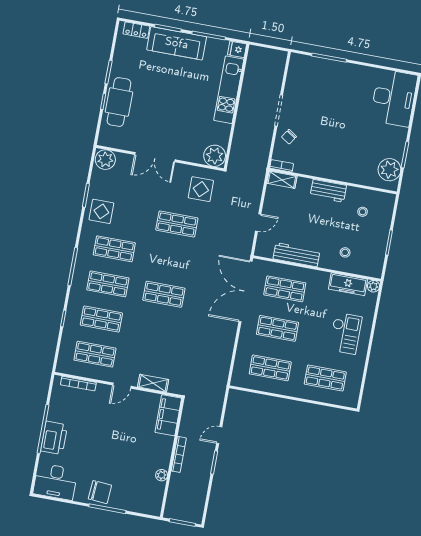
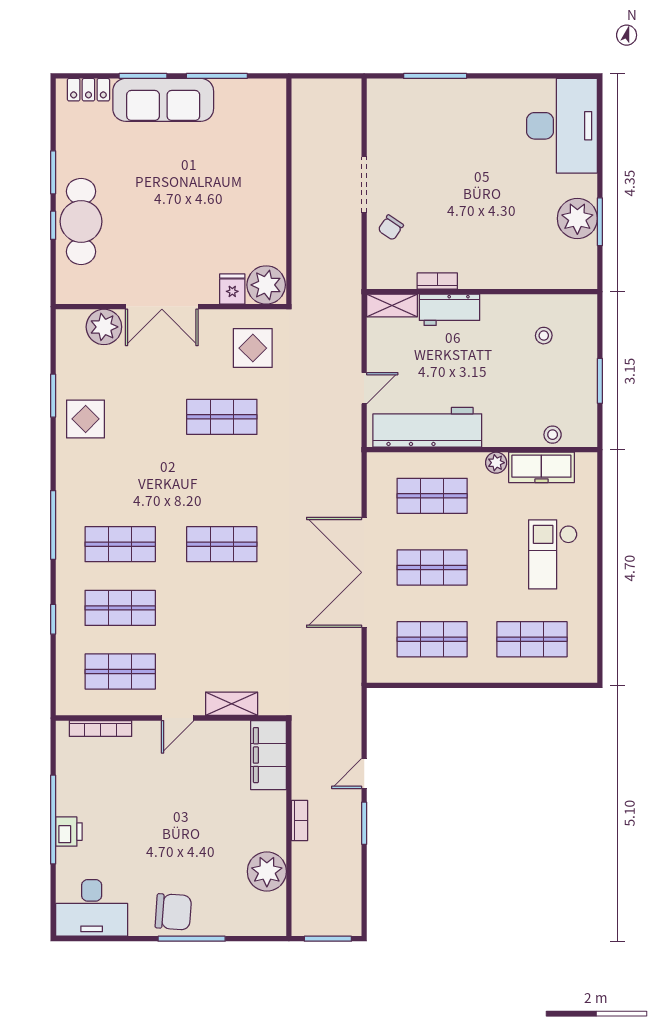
fridge: (237, 49) -> (232, 289), moved, turned 90
kitchen unit: (229, 90) -> (270, 165), removed
plant: (105, 160) -> (104, 327), moved
bookcase: (282, 166) -> (437, 281), moved
plant: (389, 170) -> (577, 218), moved
workbench: (328, 191) -> (450, 310), moved
shop shelf: (114, 249) -> (120, 481), removed
stool: (345, 252) -> (553, 435), moved
workbench: (297, 255) -> (427, 427), width x1.36, depth x1.32
plant: (373, 286) -> (496, 463), moved
double door: (246, 291) -> (364, 572), moved
checkout: (345, 333) -> (553, 554), turned 180
printer: (54, 438) -> (69, 832), width x0.53, depth x0.68
bookcase: (179, 454) -> (299, 821), width x0.64
plant: (162, 475) -> (267, 871), width x1.87, depth x1.87

